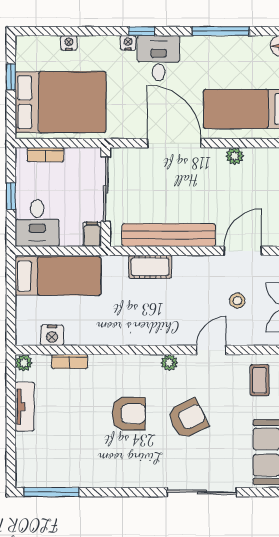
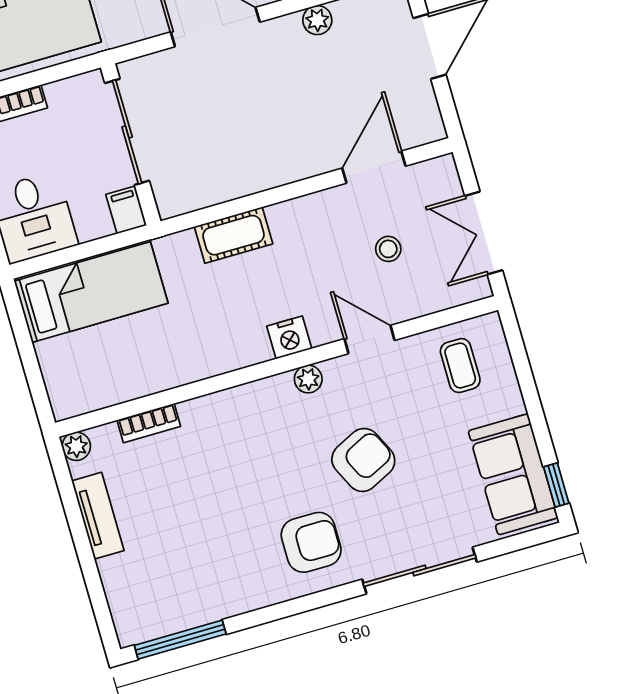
bench: (169, 235) -> (249, 176), removed
nightstand: (52, 335) -> (289, 337), moved
door: (211, 350) -> (370, 340), hinge flipped
armchair: (129, 414) -> (311, 542), moved

